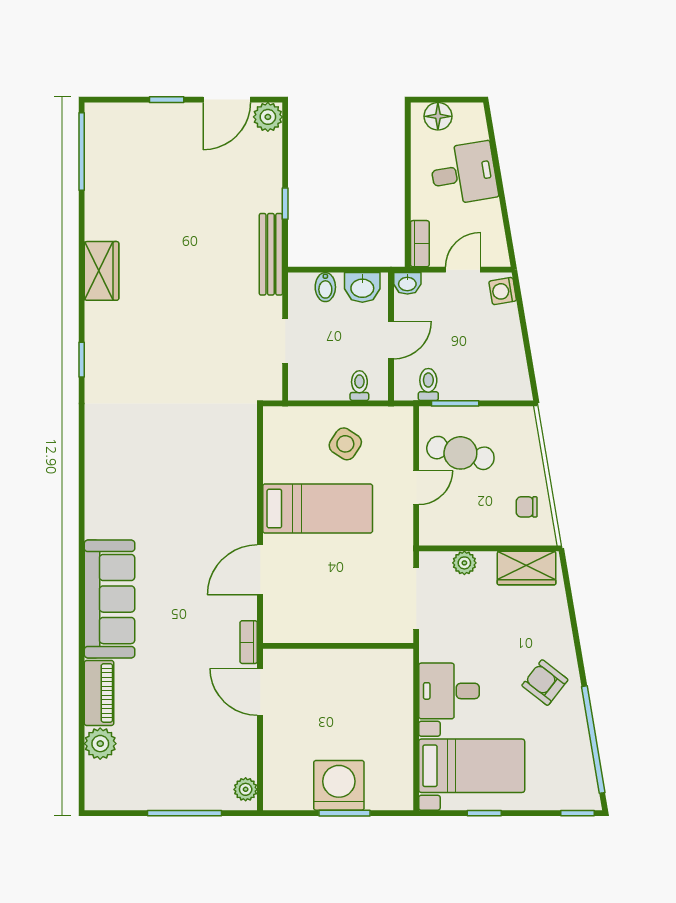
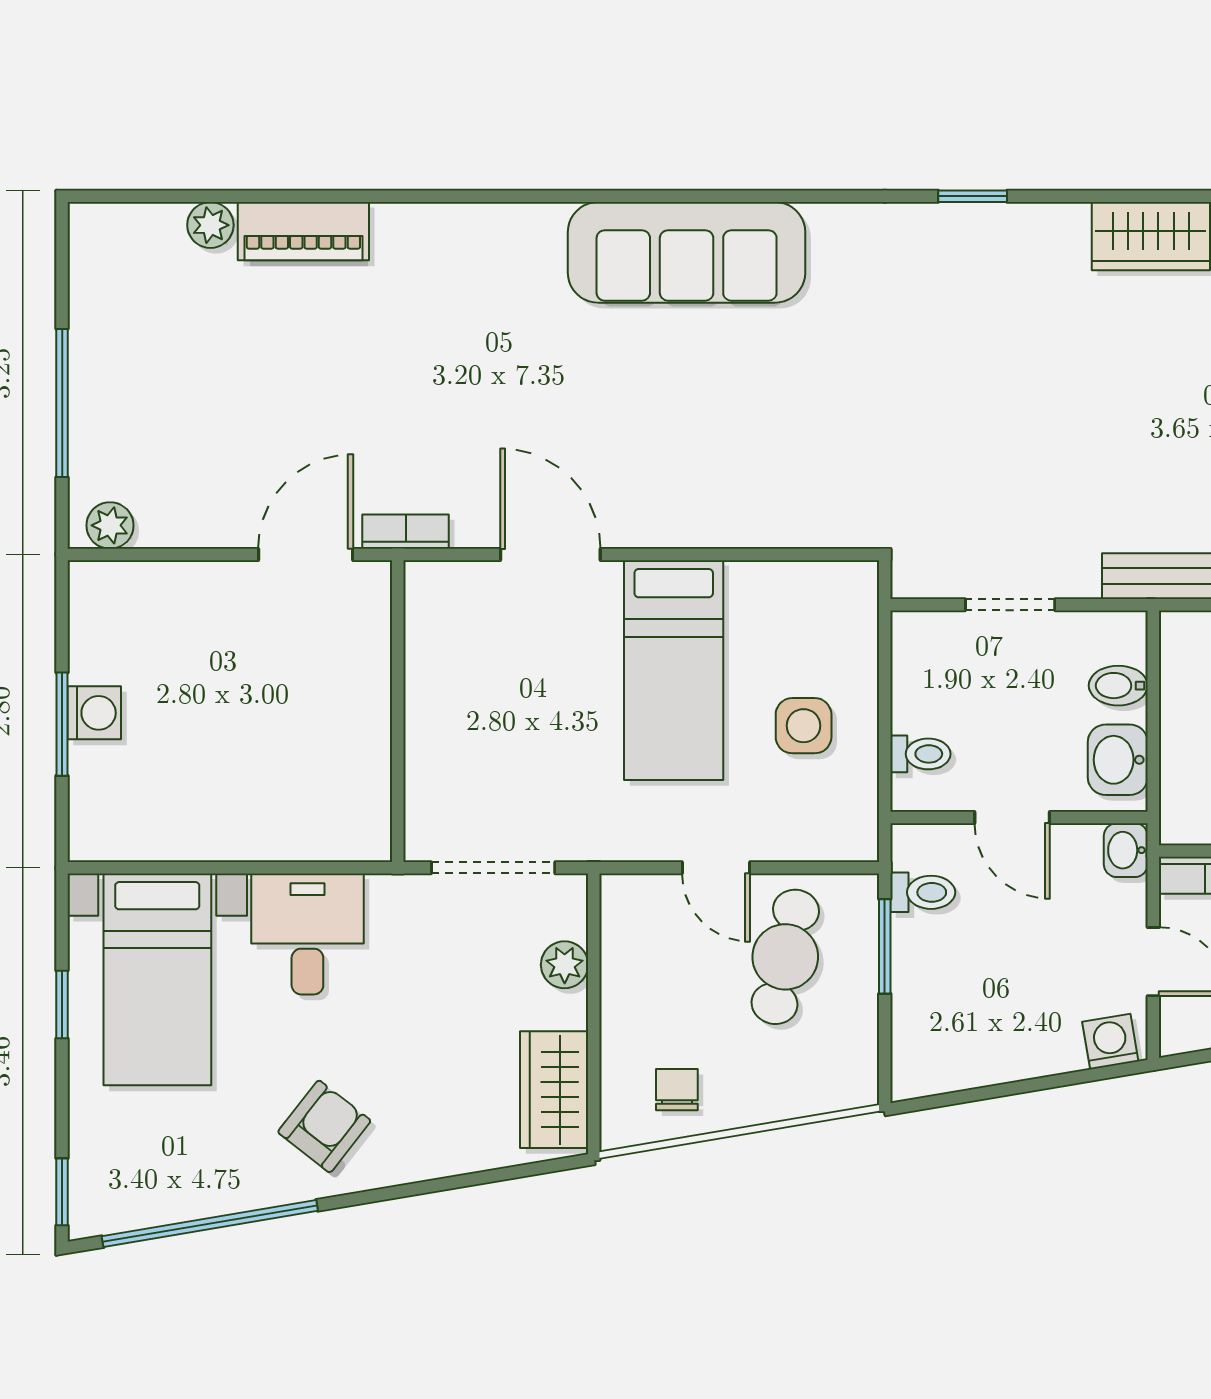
side table: (345, 444) -> (804, 726), turned -33
sofa: (110, 599) -> (687, 252), moved
plant: (100, 744) -> (210, 225), width x0.73, depth x0.73
washing machine: (339, 785) -> (94, 713), width x0.53, depth x0.53

